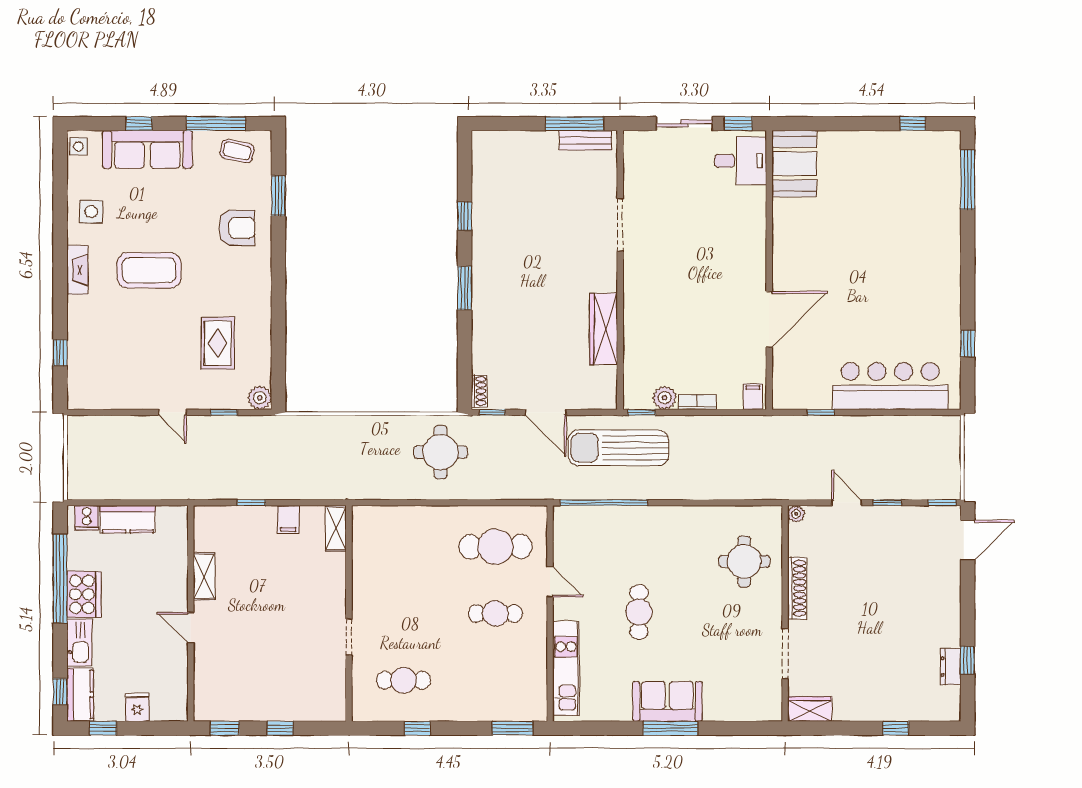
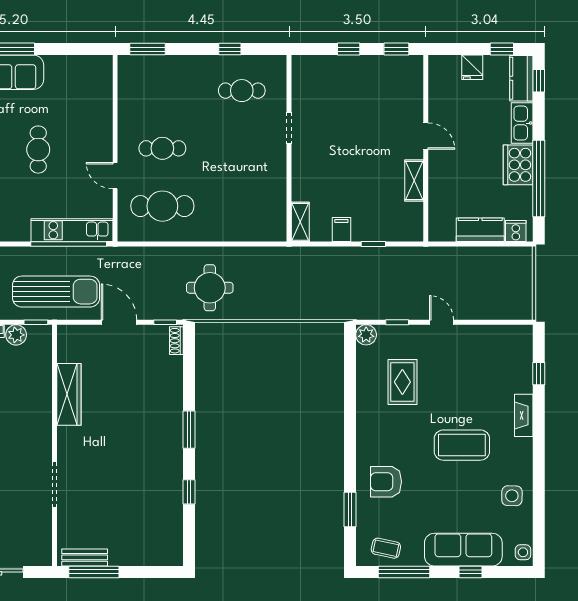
fireplace: (77, 270) -> (524, 415), moved
kitchen unit: (566, 668) -> (72, 230), moved, turned 90

